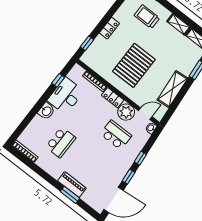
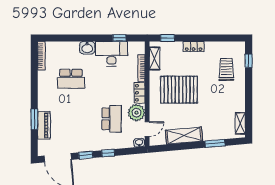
shelving: (179, 24) -> (155, 59), moved
door: (145, 114) -> (147, 129), hinge flipped
piano: (72, 185) -> (44, 125), moved

